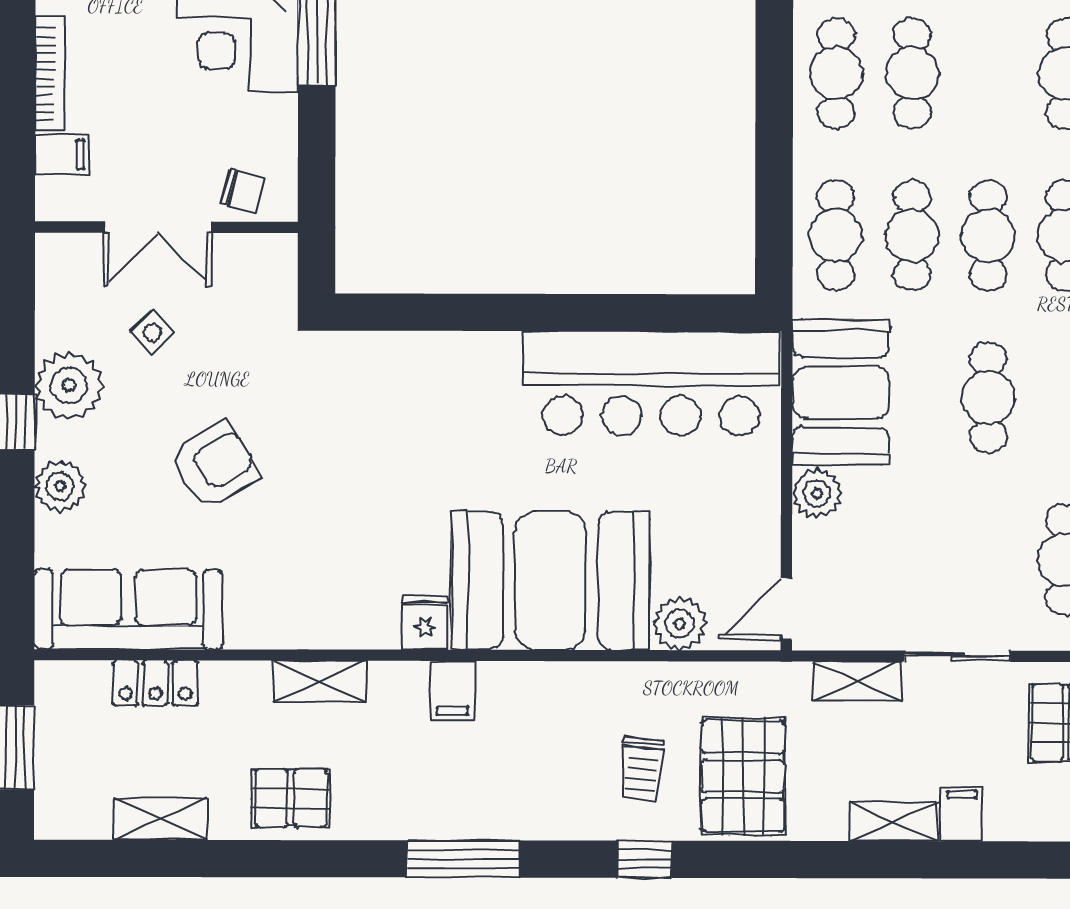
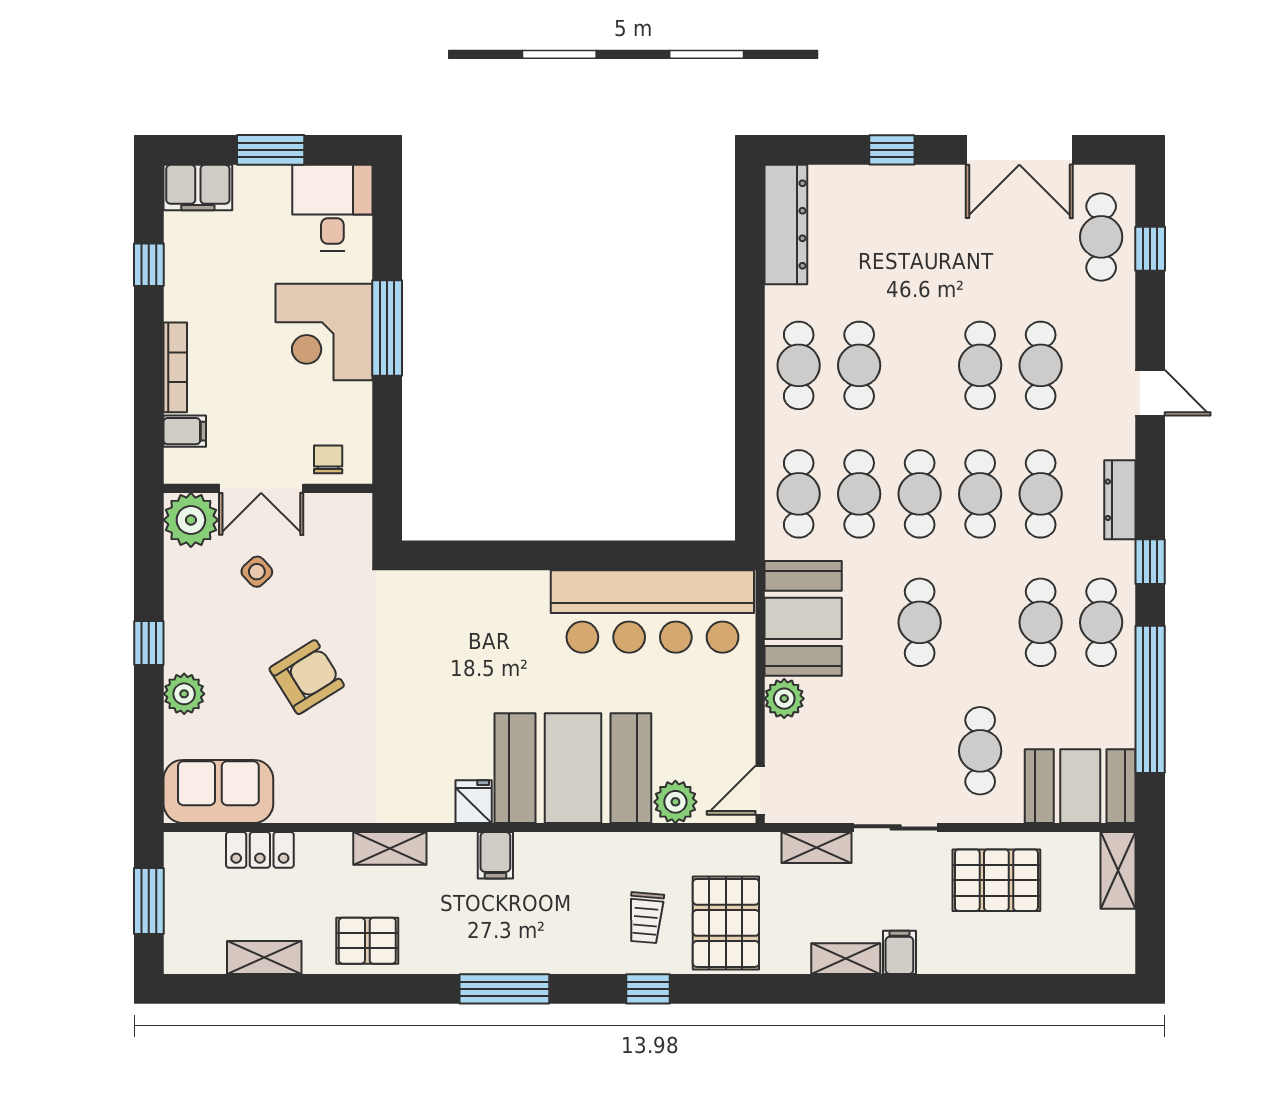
chair: (242, 191) -> (328, 459), turned -105
plant: (69, 385) -> (191, 520), moved
sofa: (128, 609) -> (218, 791), width x0.73

